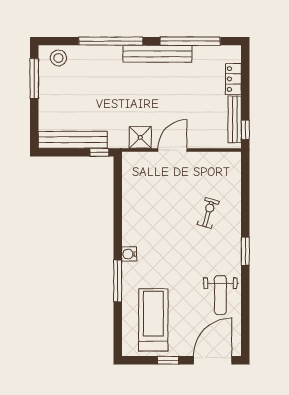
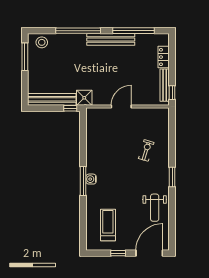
shower: (140, 137) -> (84, 98), moved
window: (118, 281) -> (83, 181), moved
treadmill: (153, 320) -> (108, 225), width x0.73, depth x0.73

